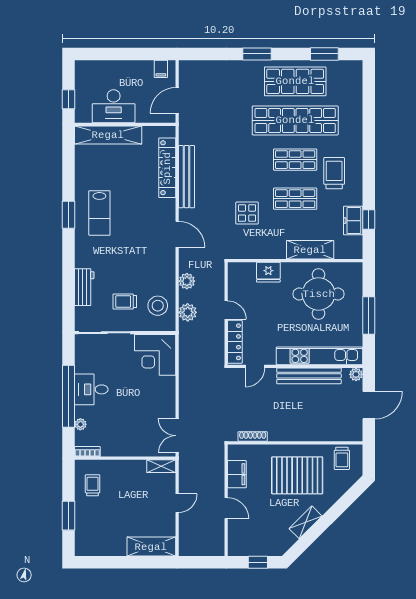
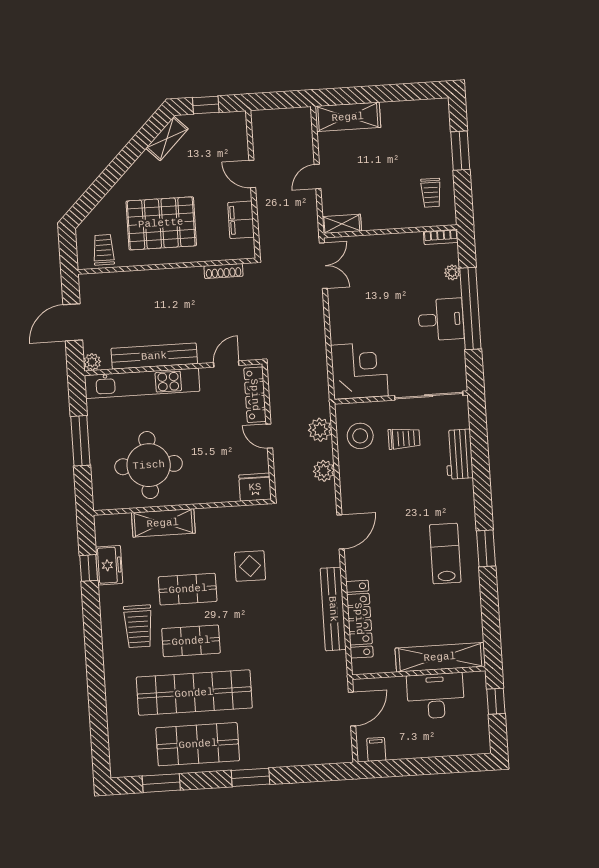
door: (177, 234) -> (341, 532), swing flipped
fridge: (268, 272) -> (255, 487), moved
shelving: (306, 522) -> (167, 138), moved

